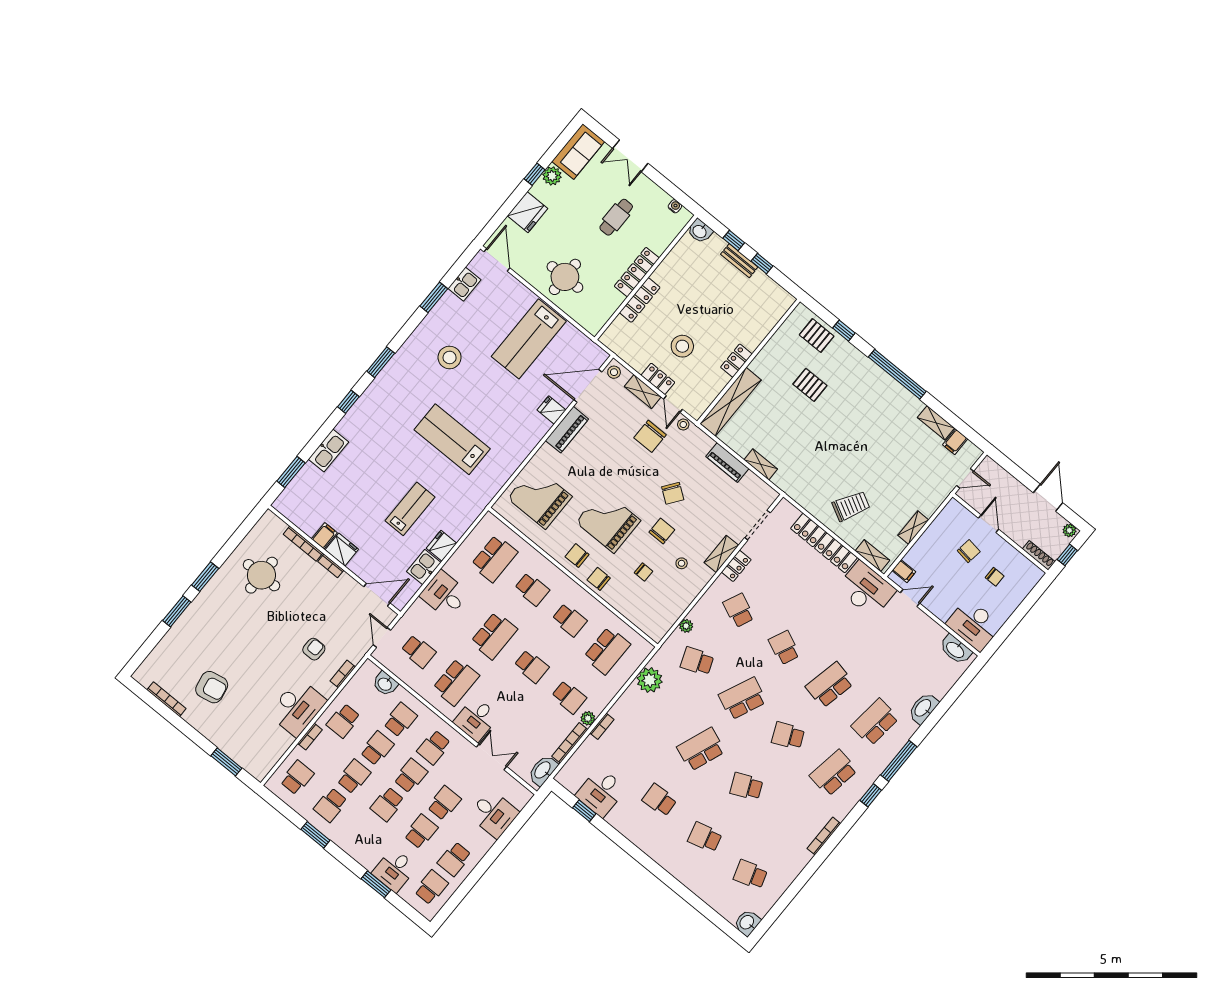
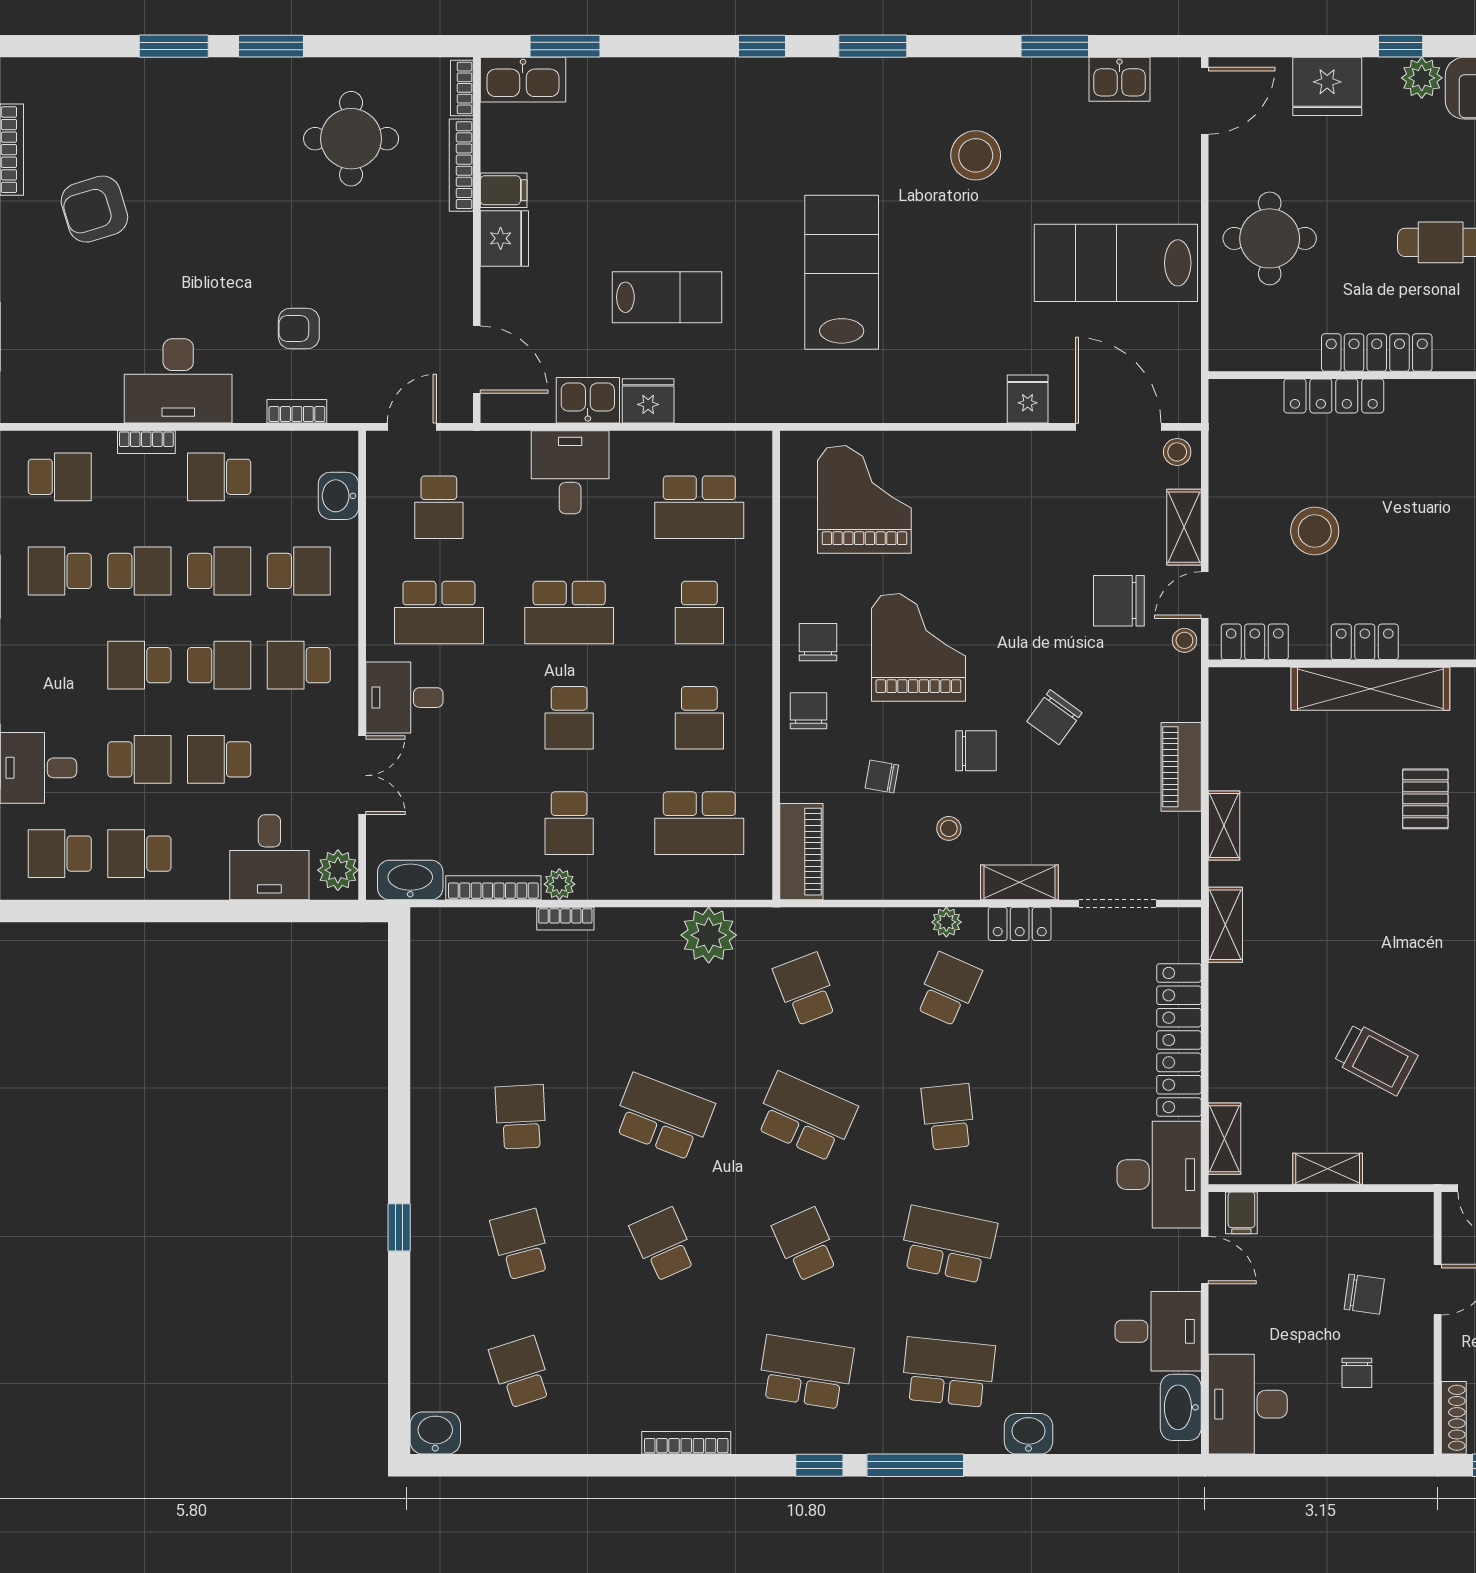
locker: (658, 379) -> (1255, 642), moved, turned -90
shelving: (731, 402) -> (1370, 689), moved
piano: (567, 430) -> (801, 852), moved, turned -90
kitchen sink: (328, 450) -> (523, 80), moved
shelving: (797, 493) -> (1225, 925), added
trolley: (851, 506) -> (1376, 1059), moved
bookcase: (331, 566) -> (462, 88), moved
chair: (644, 572) -> (882, 777), turned 100
plant: (686, 626) -> (946, 922), moved
school desk: (784, 648) -> (948, 1117), turned -30
armchair: (314, 649) -> (299, 329), turned 180
armchair: (212, 687) -> (94, 209), turned 84
washbasin: (923, 708) -> (1029, 1434), width x0.72
desk: (601, 792) -> (1158, 1331), moved, turned 180
plant: (518, 793) -> (338, 870), added
school desk: (444, 803) -> (219, 759), turned 180
window: (584, 811) -> (399, 1227), moved
school desk: (431, 887) -> (60, 854), turned 180

